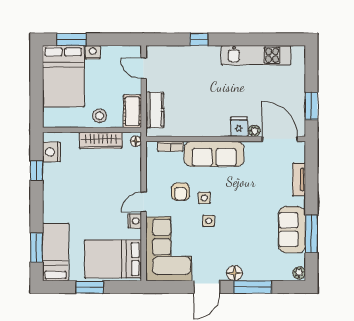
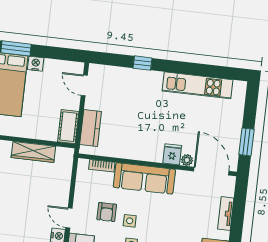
stool: (100, 116) -> (35, 127), removed
floor lamp: (136, 141) -> (68, 157), removed
door: (144, 202) -> (69, 218), hinge flipped

